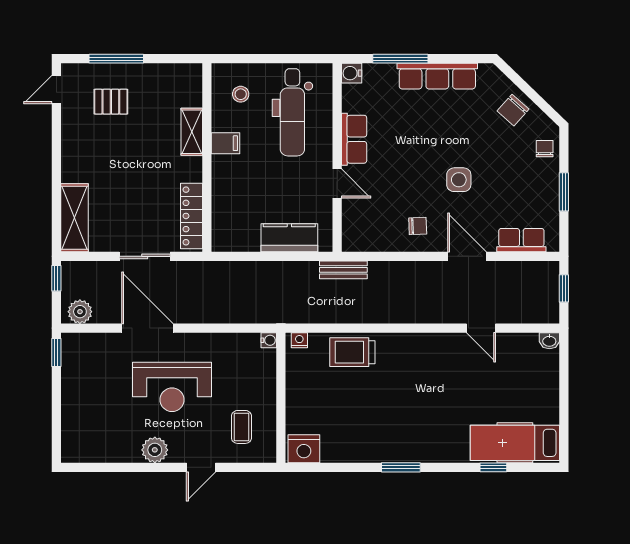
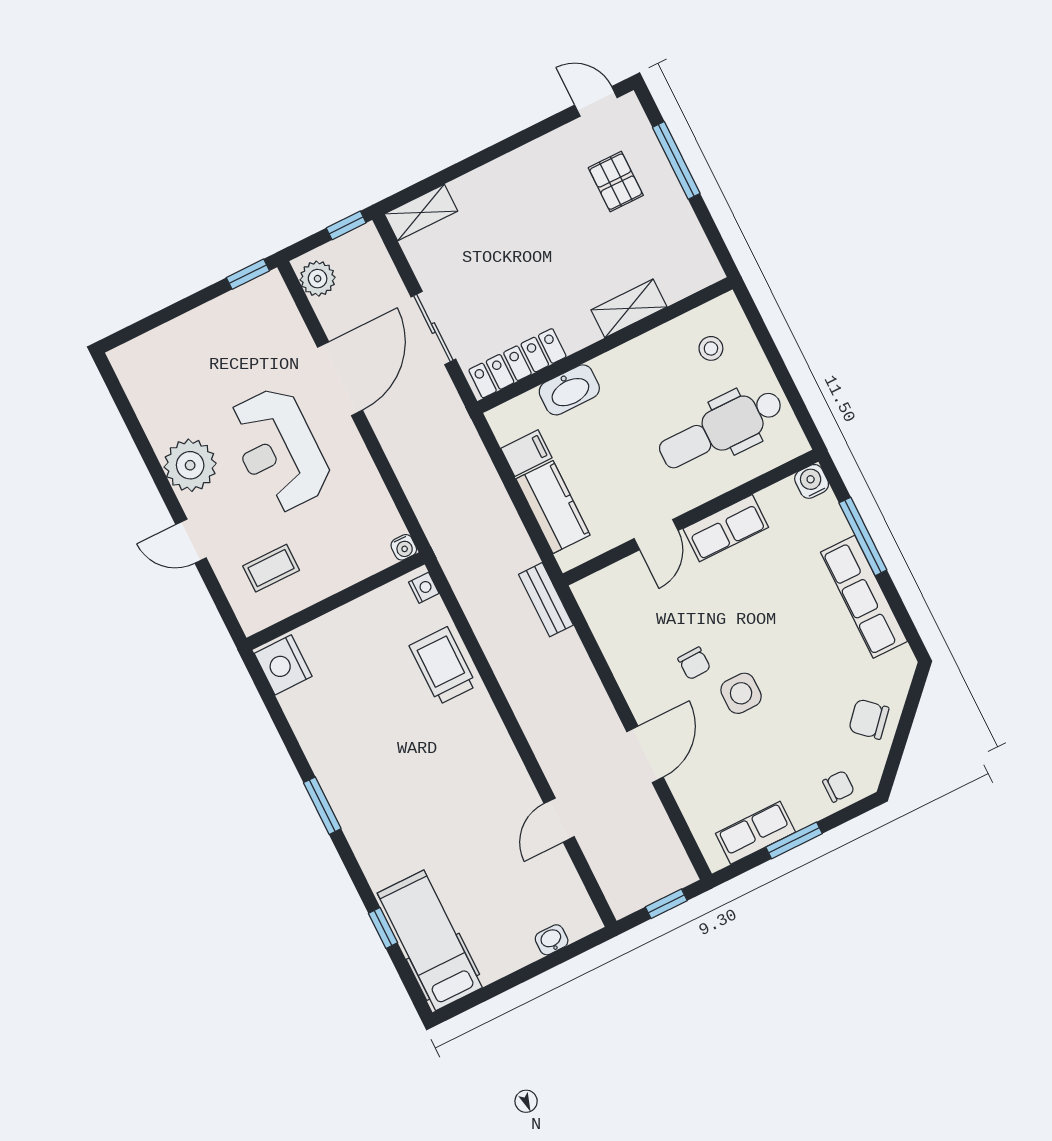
filing cabinet: (225, 143) -> (526, 453), moved, turned -90
washbasin: (223, 193) -> (569, 390), added
shelving: (74, 218) -> (421, 212), width x0.67, depth x0.75
chair: (418, 226) -> (694, 663), moved
row of seats: (521, 240) -> (755, 833), moved, turned -90
washbasin: (549, 341) -> (552, 940), moved, turned 90
plant: (155, 450) -> (190, 465), width x1.36, depth x1.36

